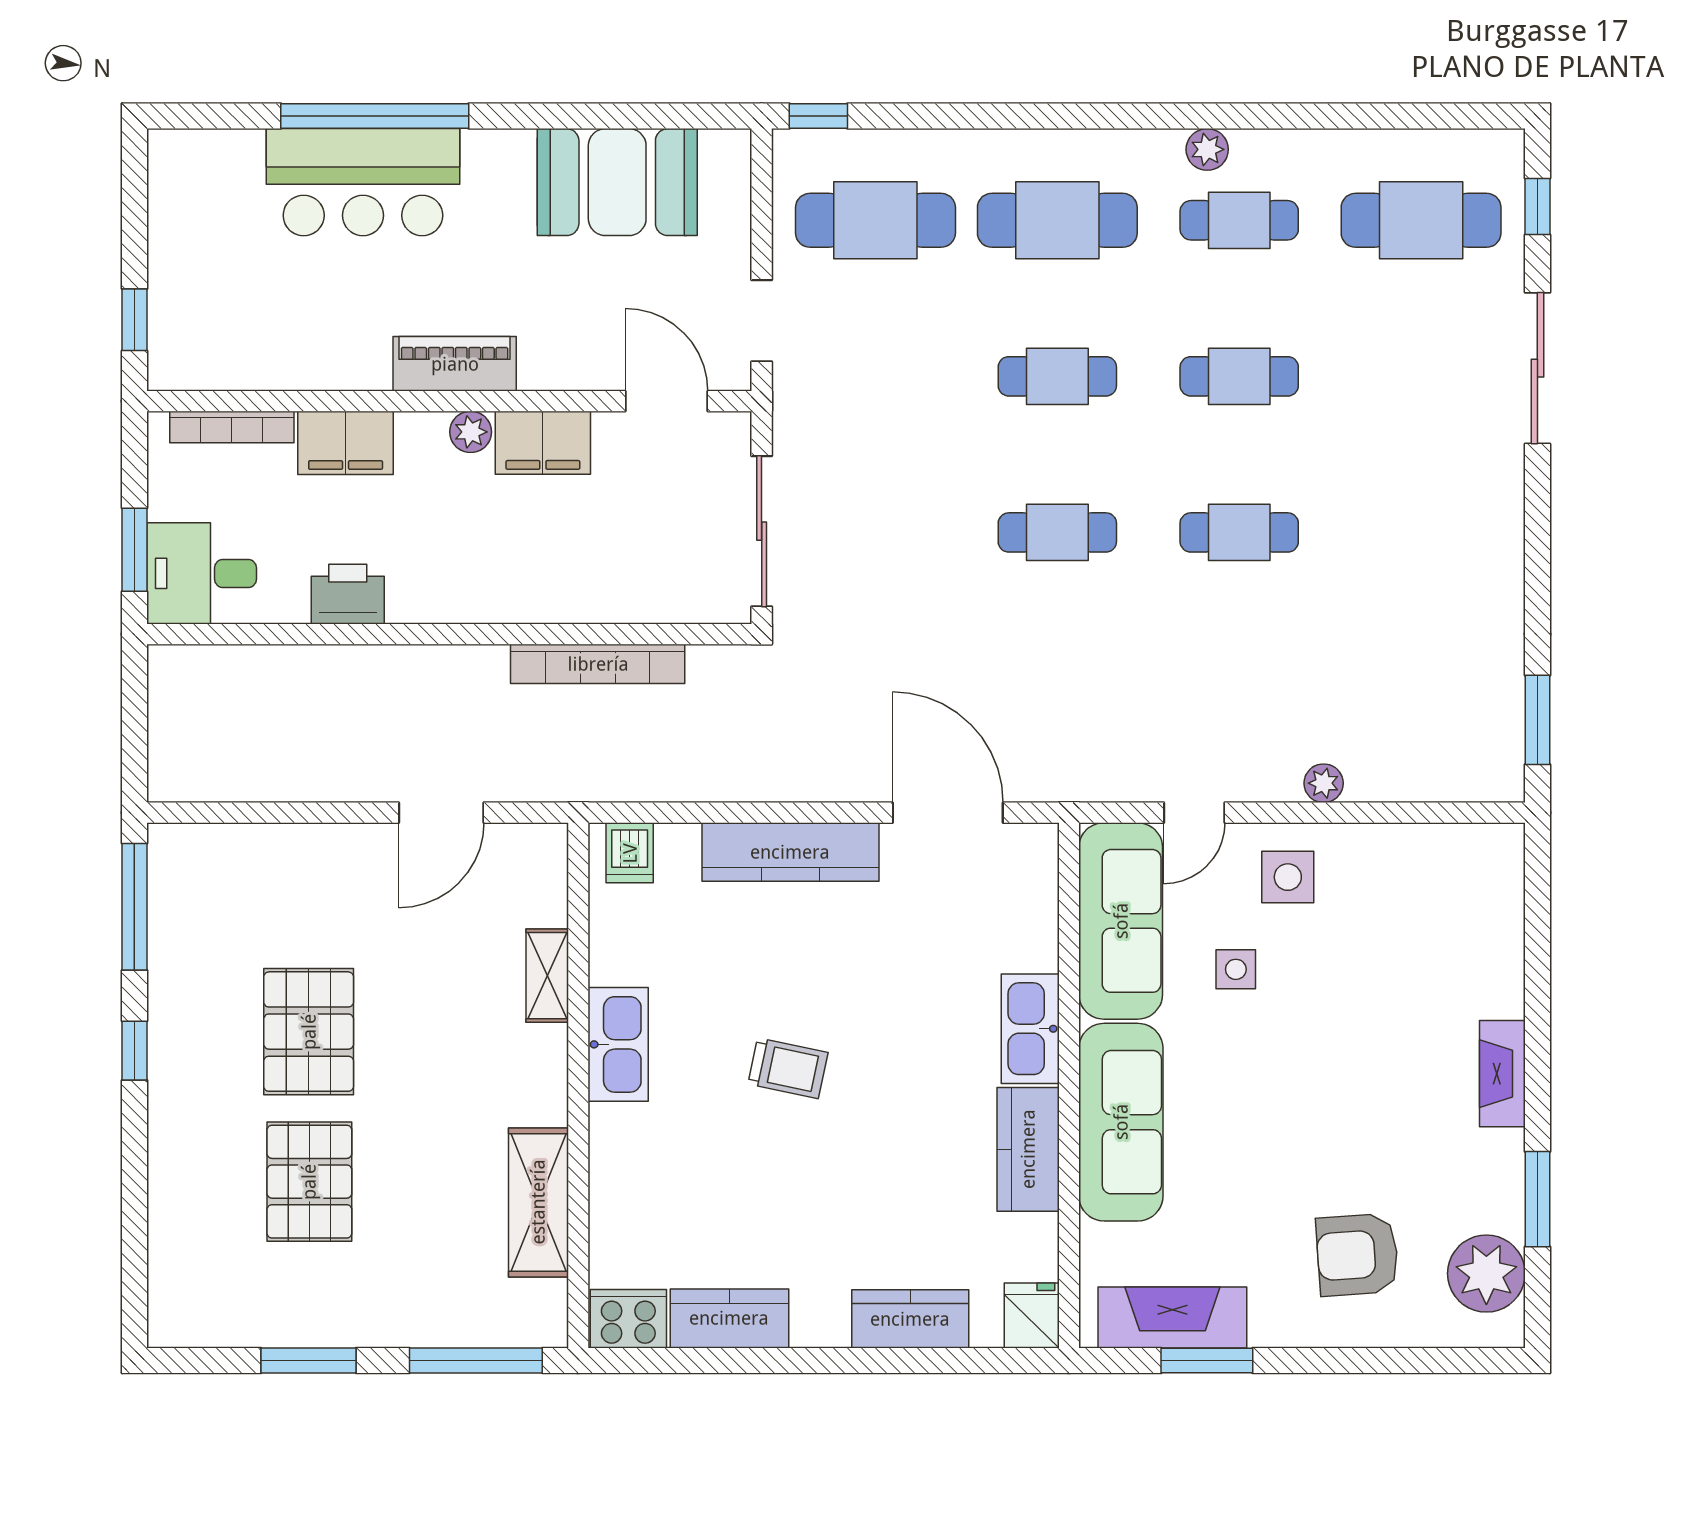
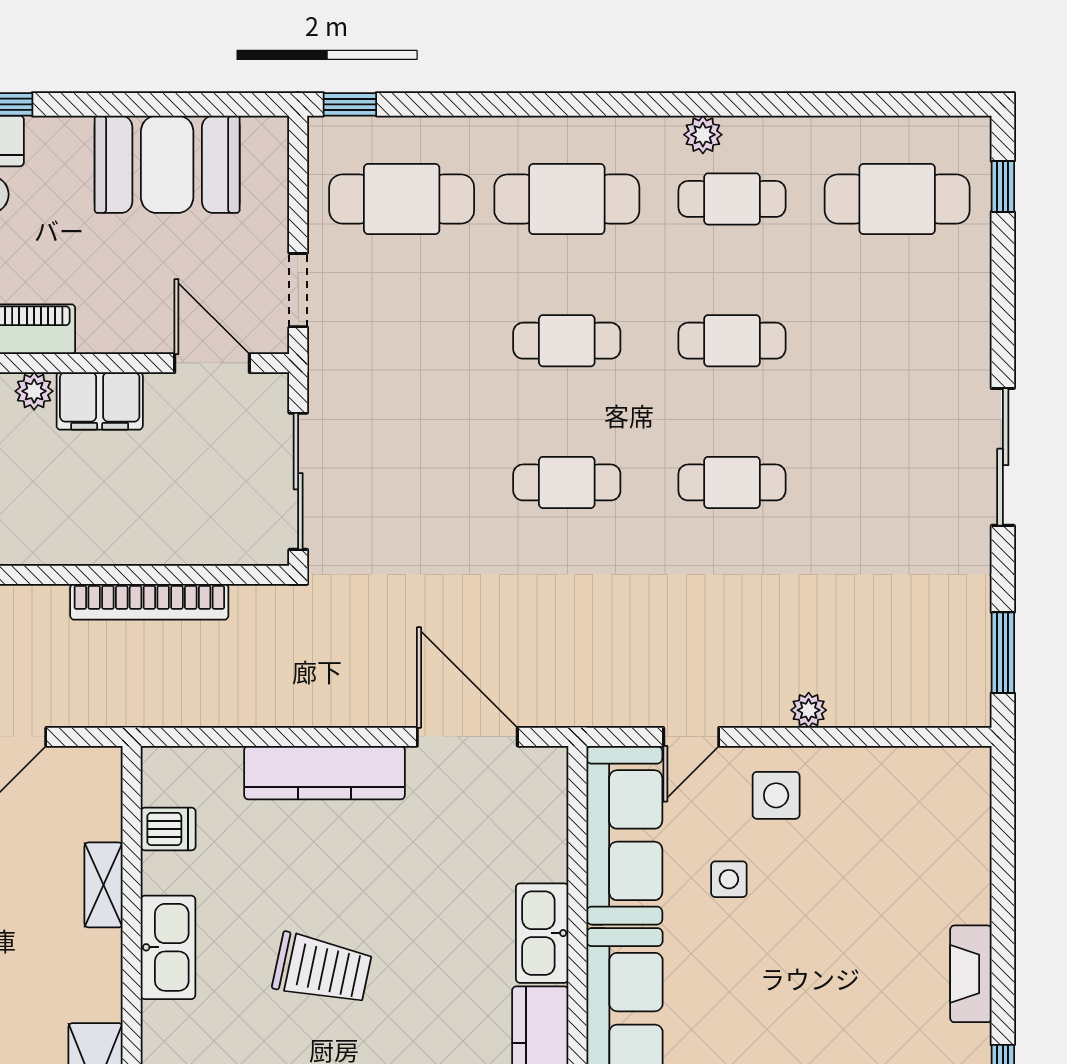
sliding door: (1537, 368) -> (1003, 457), moved
dishwasher: (630, 853) -> (168, 829), moved, turned -90
trolley: (788, 1068) -> (322, 969), width x1.36, depth x1.39

